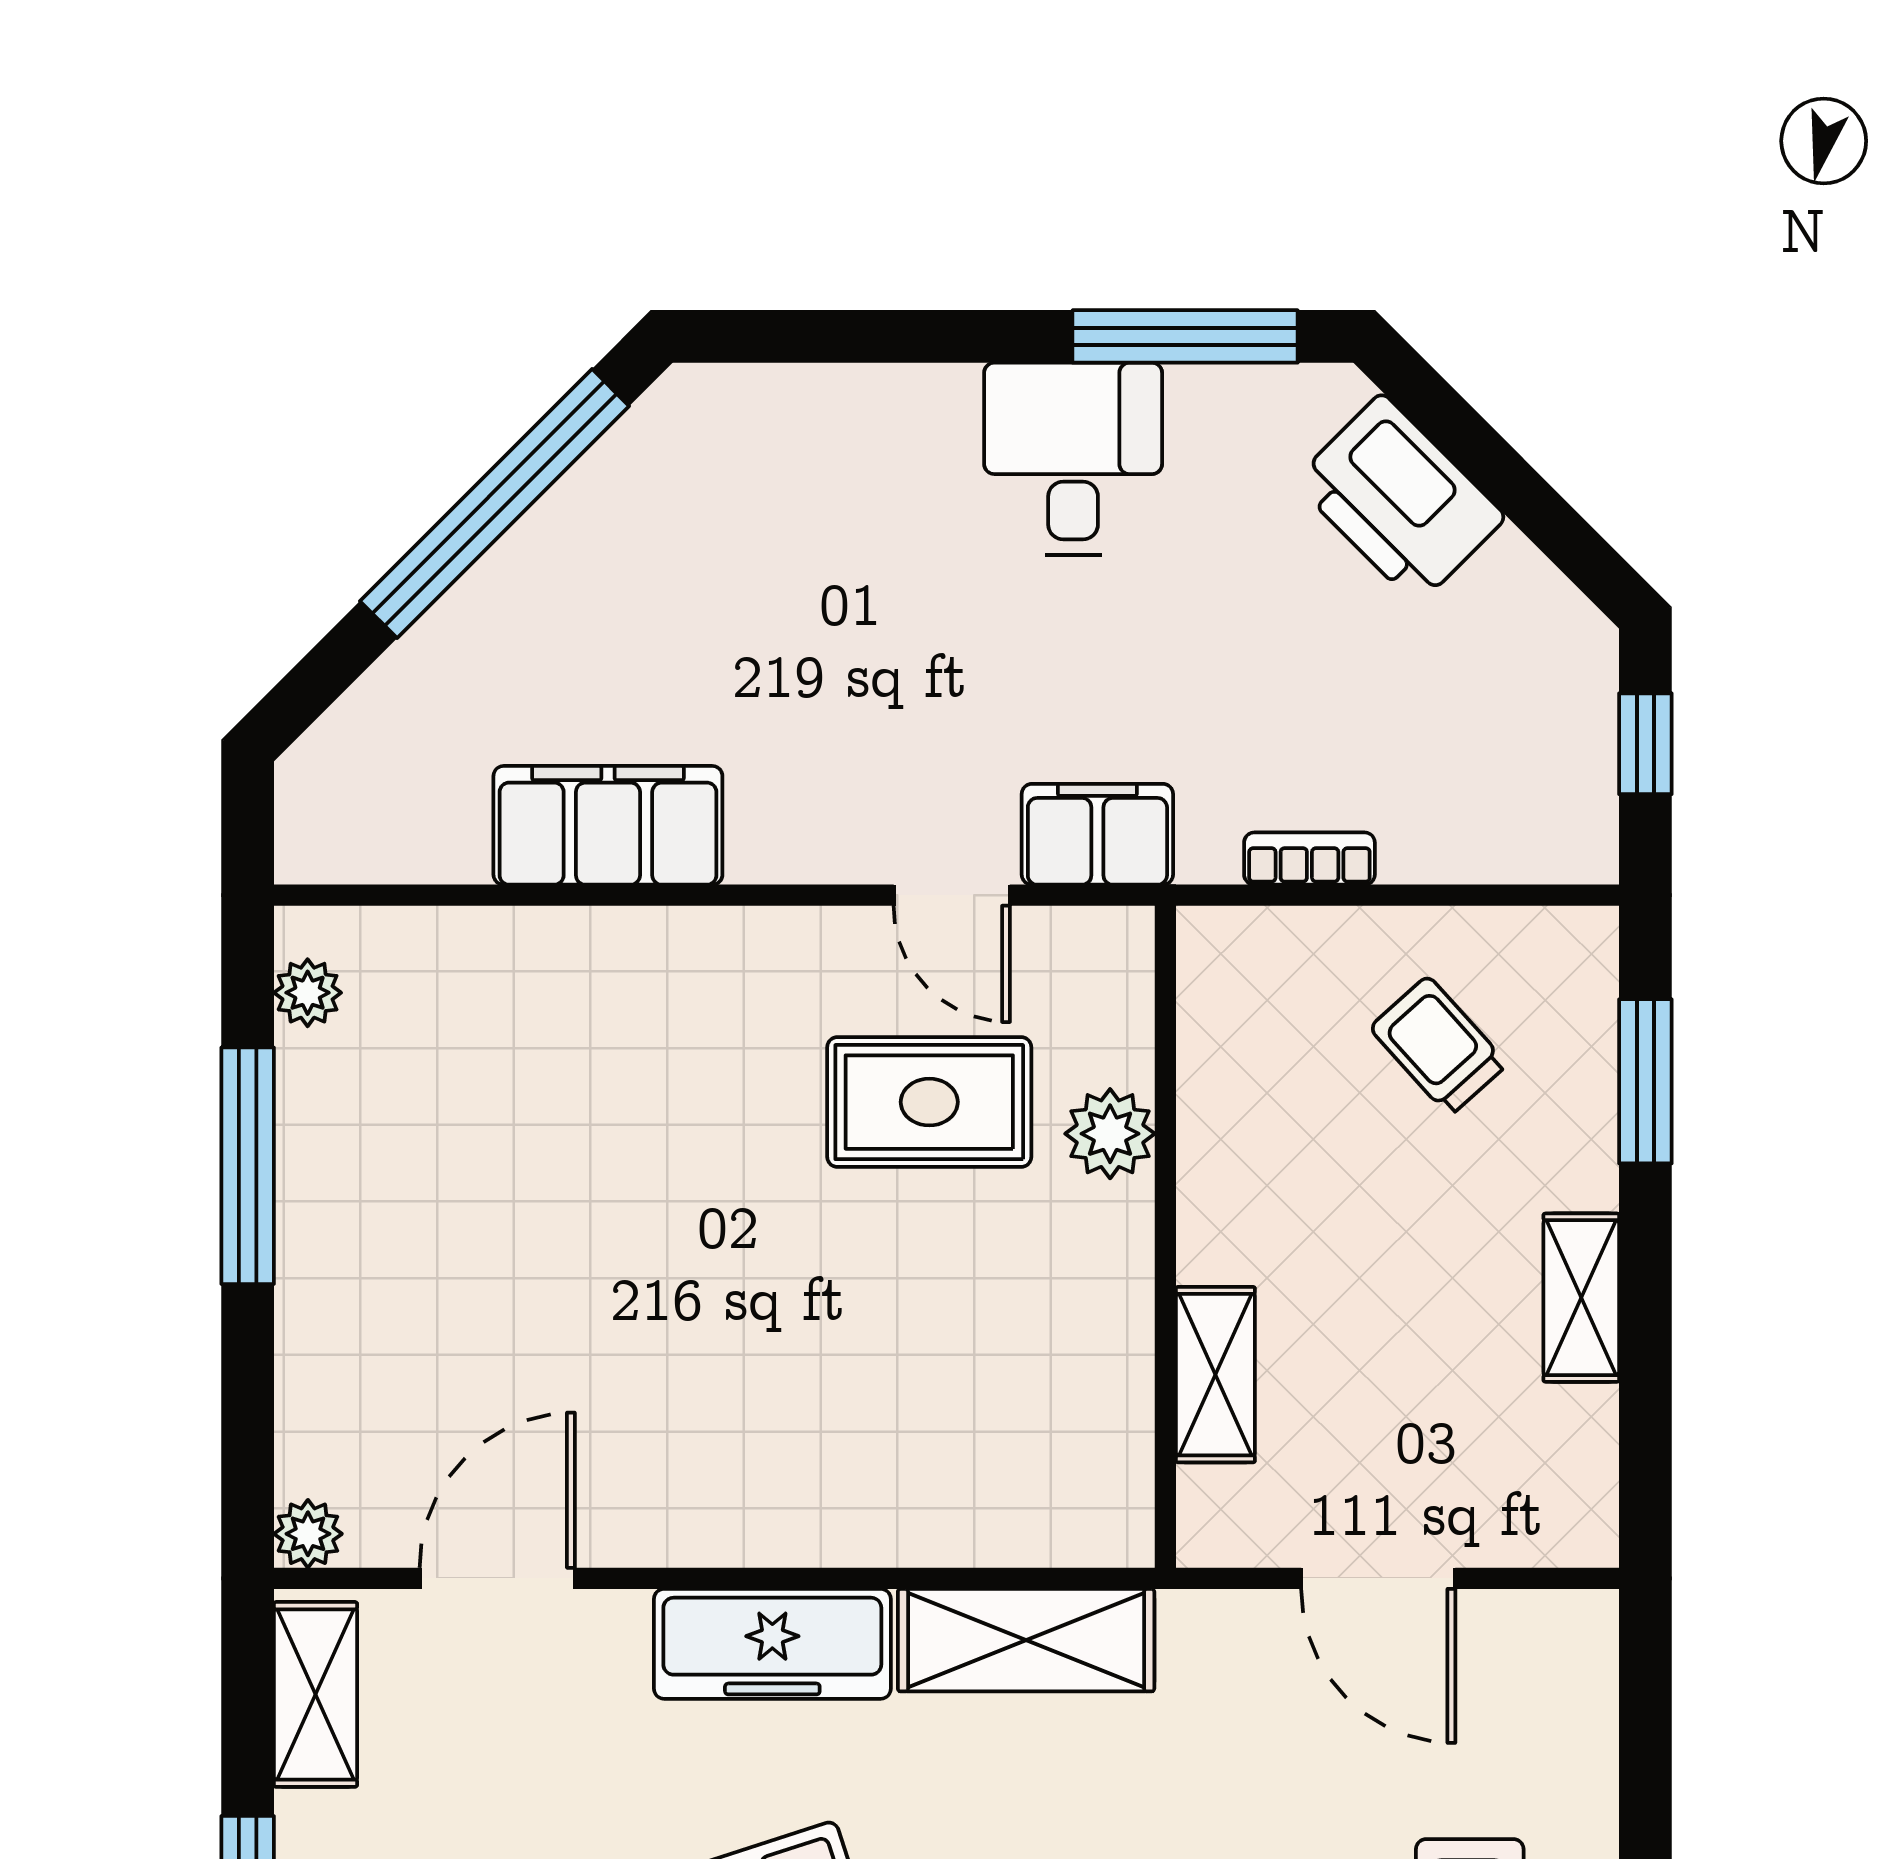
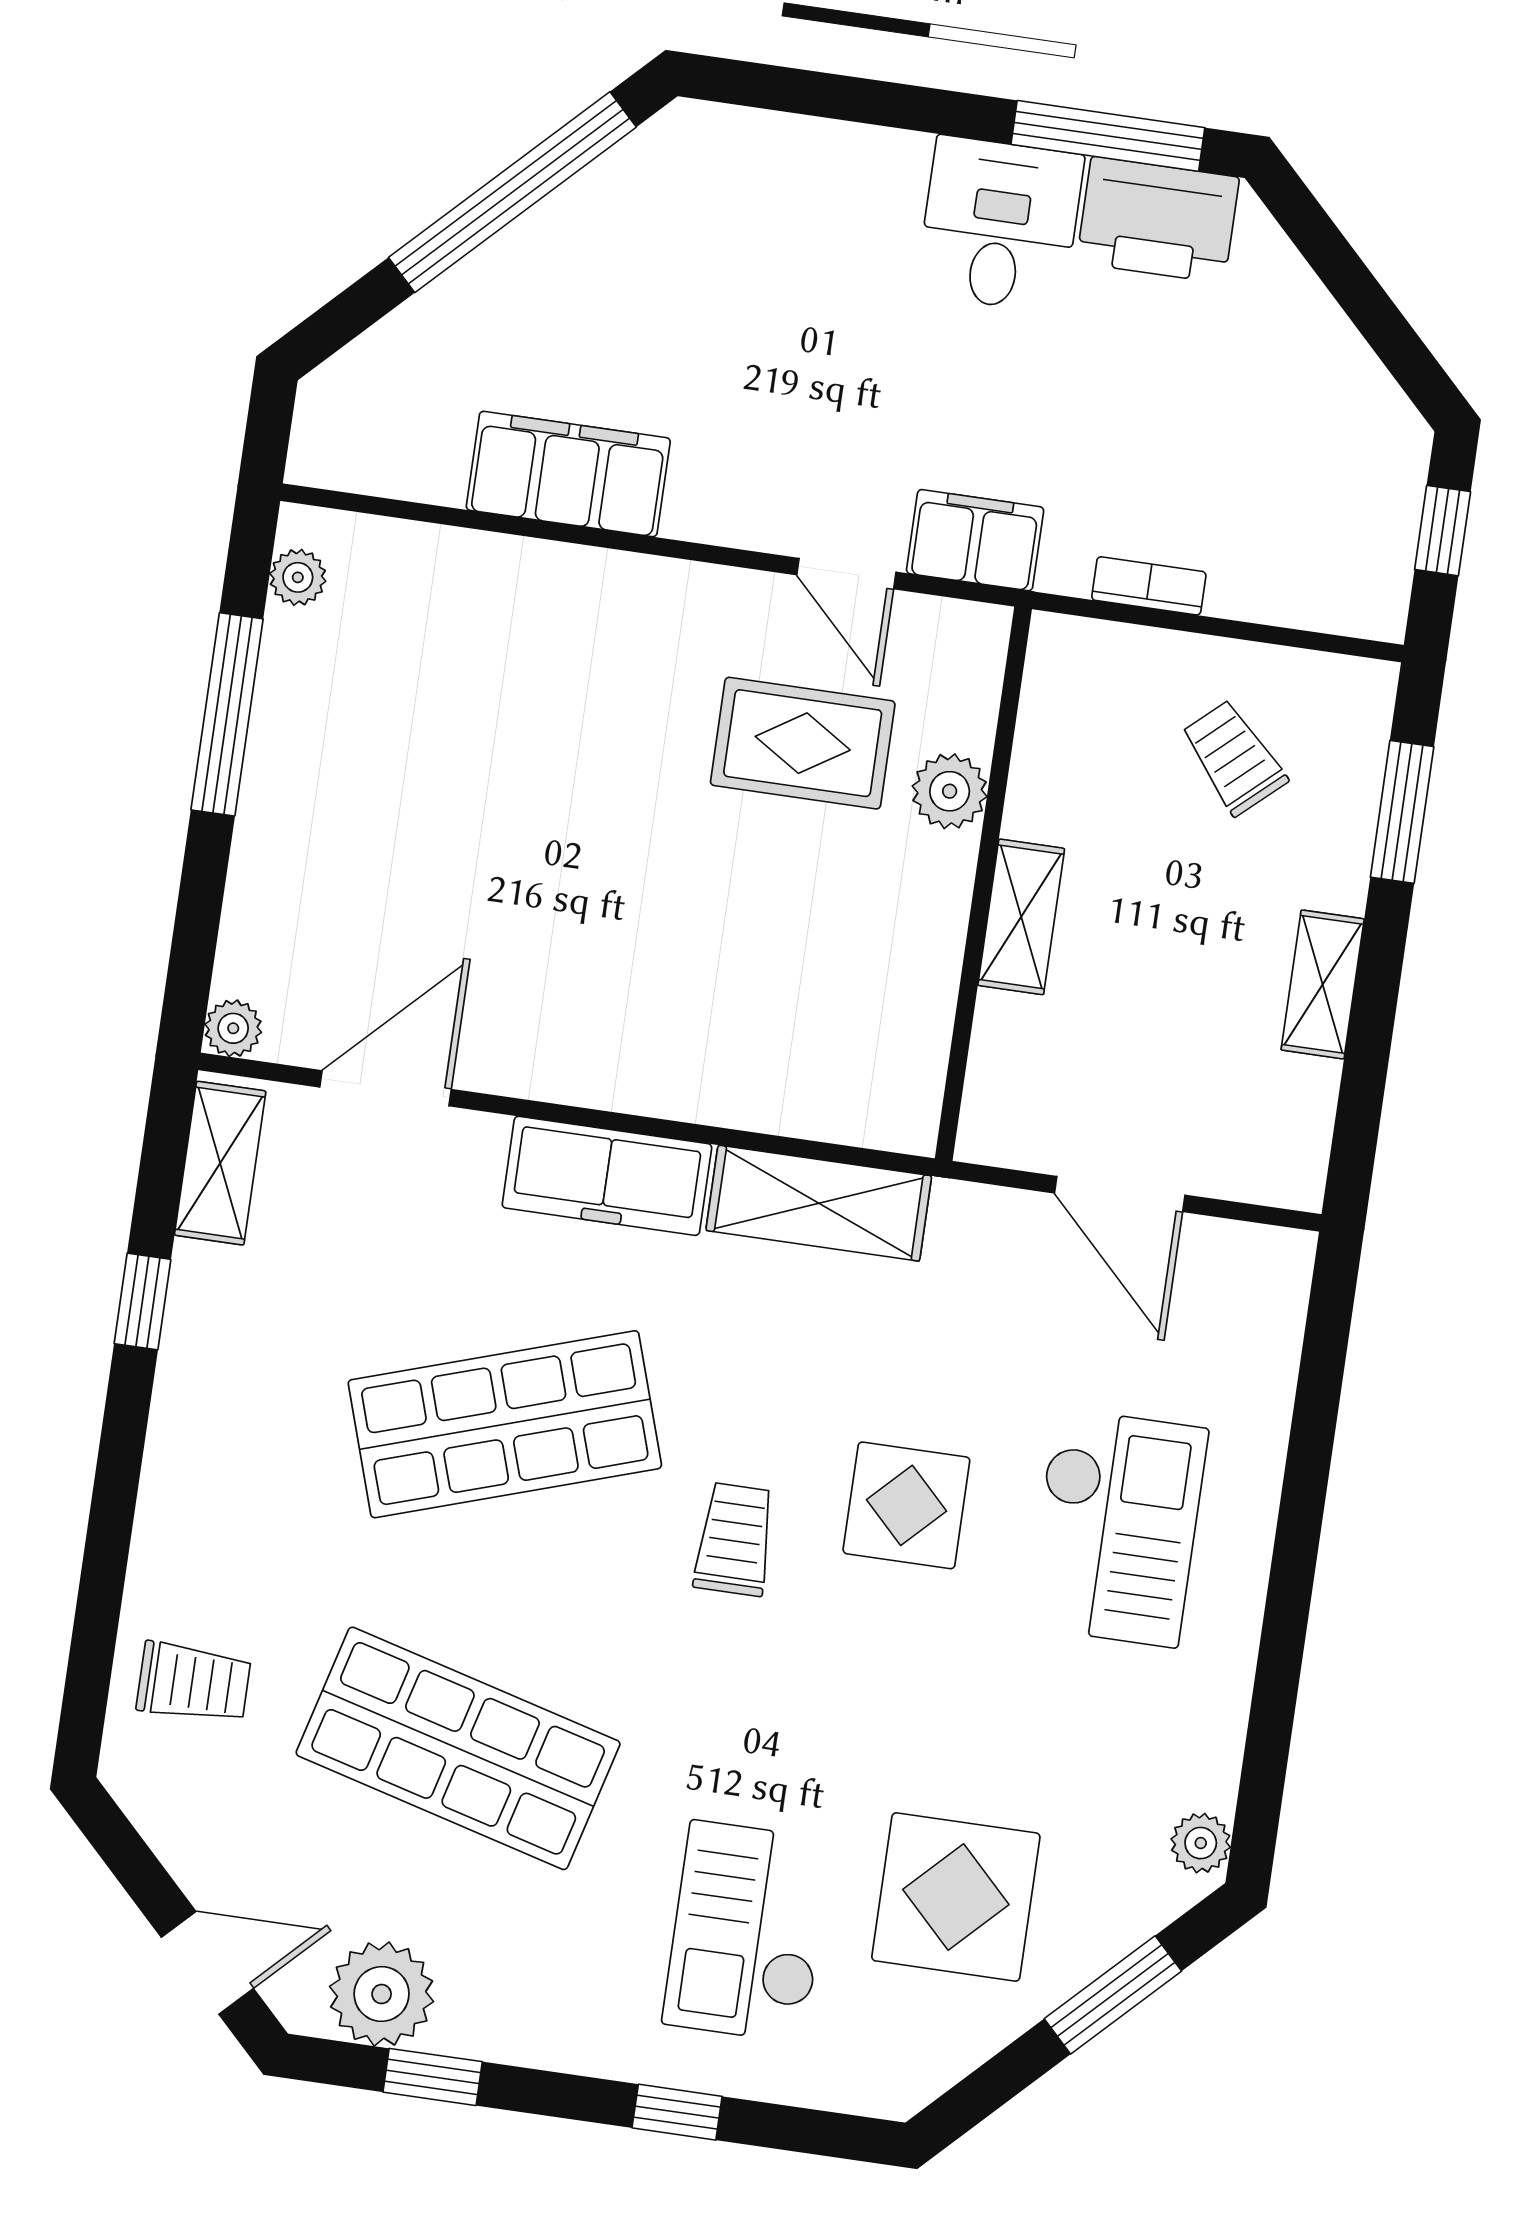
printer: (1399, 499) -> (1158, 220), moved, turned -45
shelving: (1215, 1375) -> (1021, 917), moved

